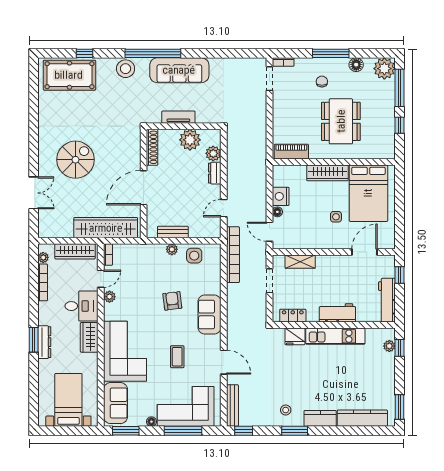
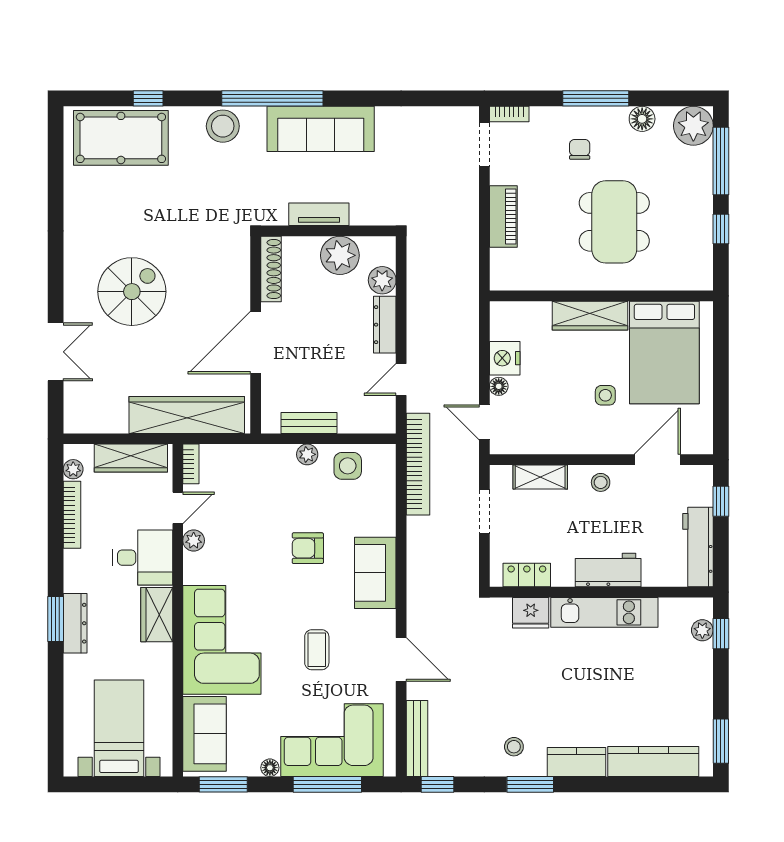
piano: (291, 152) -> (503, 217), moved, turned 90
dresser: (215, 173) -> (385, 325), width x1.44
stool: (333, 265) -> (601, 482), added
armchair: (172, 301) -> (308, 548), turned -83

